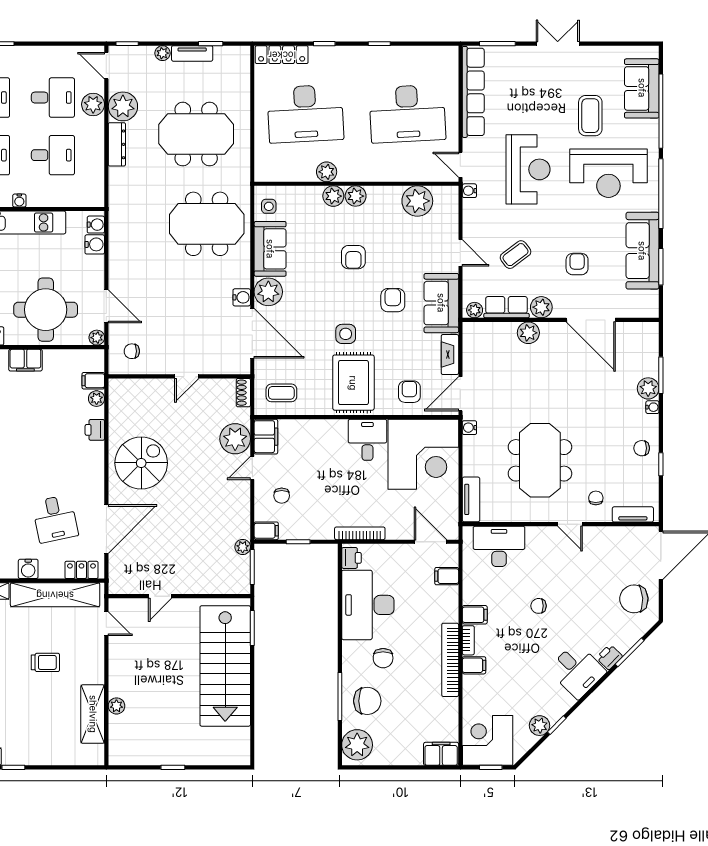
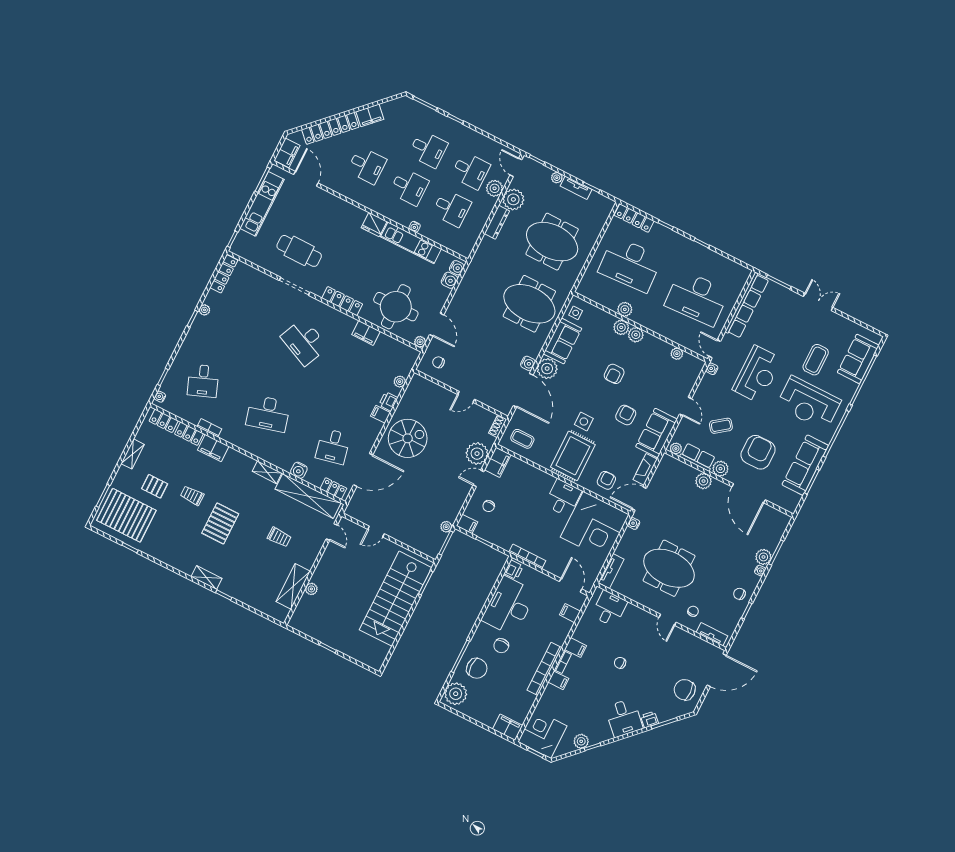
plant: (417, 201) -> (677, 354), width x0.53, depth x0.53
armchair: (577, 264) -> (758, 452), width x1.88, depth x1.88
filing cabinet: (93, 381) -> (380, 414), moved
meeting table: (540, 460) -> (669, 568), turned 90
desk: (499, 546) -> (609, 609), width x0.73

